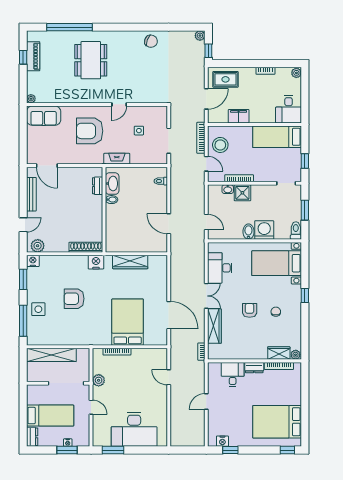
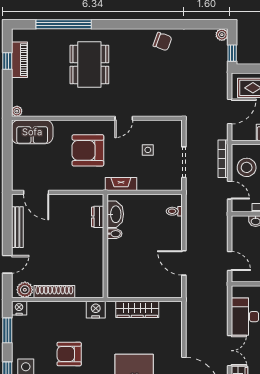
shoe rack: (86, 247) -> (54, 292), moved

